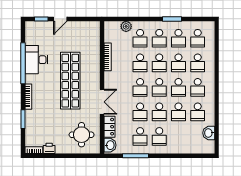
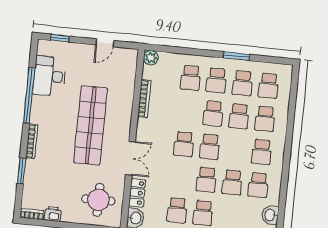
door: (60, 19) -> (105, 43), moved
plant: (126, 26) -> (151, 58), moved
desk: (36, 60) -> (49, 76), moved
school desk: (140, 63) -> (187, 111), removed
school desk: (178, 87) -> (236, 149), removed
school desk: (140, 112) -> (180, 177), removed

